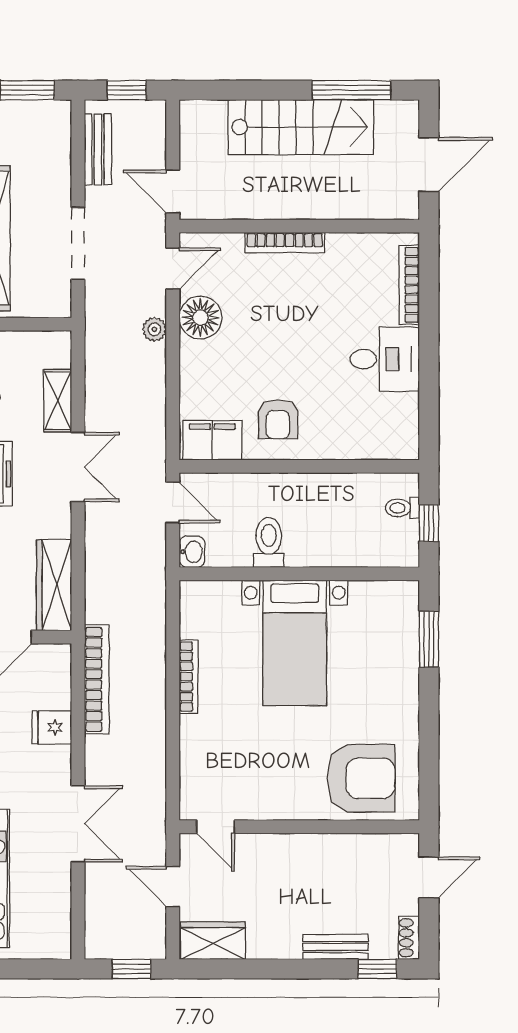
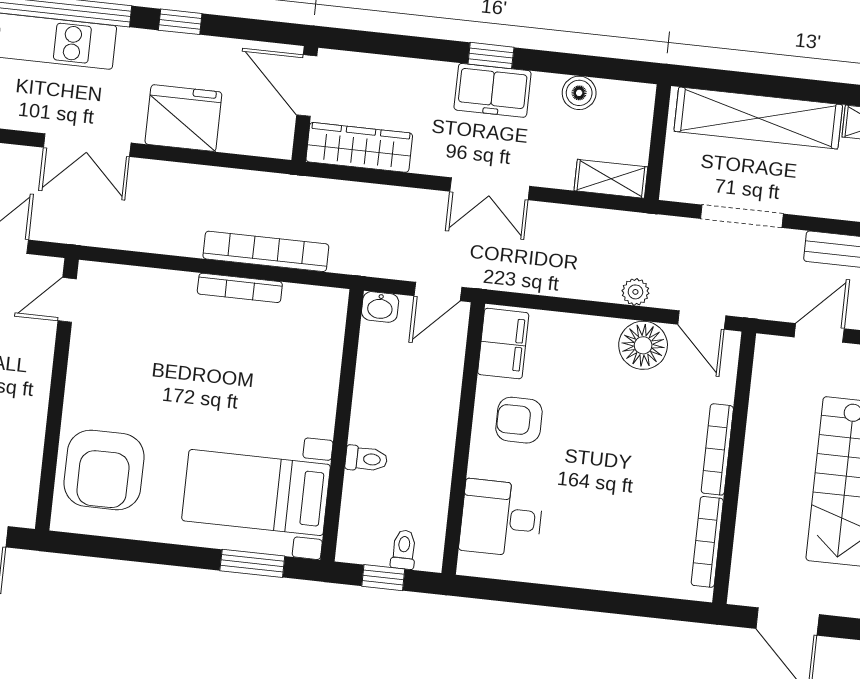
door: (173, 192) -> (819, 333), moved
bookcase: (409, 285) -> (707, 542), moved, turned -90
desk: (385, 359) -> (501, 518), moved, turned 90
shelving: (58, 401) -> (611, 179), moved
toilet: (269, 542) -> (366, 459), moved, width x0.73, depth x0.72
bed with nightstands: (295, 643) -> (256, 493), moved
bookcase: (97, 679) -> (266, 251), moved, turned 180
fridge: (52, 727) -> (183, 118), width x1.88, depth x1.34

